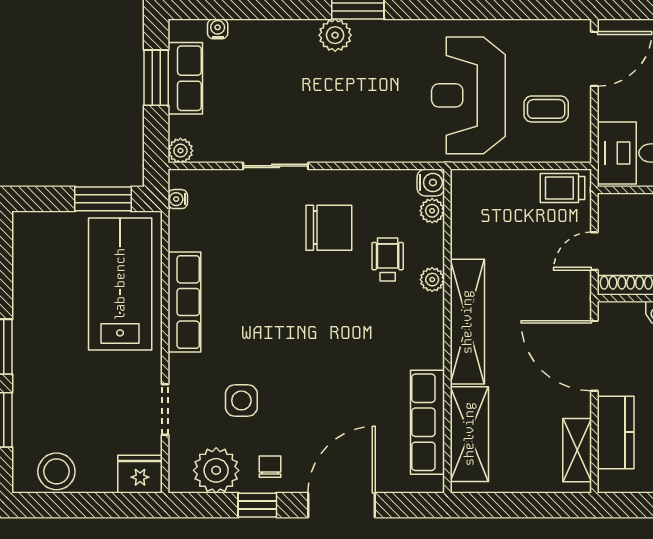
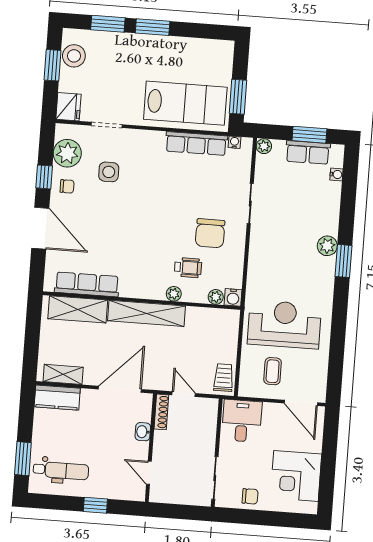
row of seats: (184, 302) -> (196, 143), moved
kitchen counter: (616, 432) -> (57, 398), moved
window: (74, 505) -> (53, 65), added

